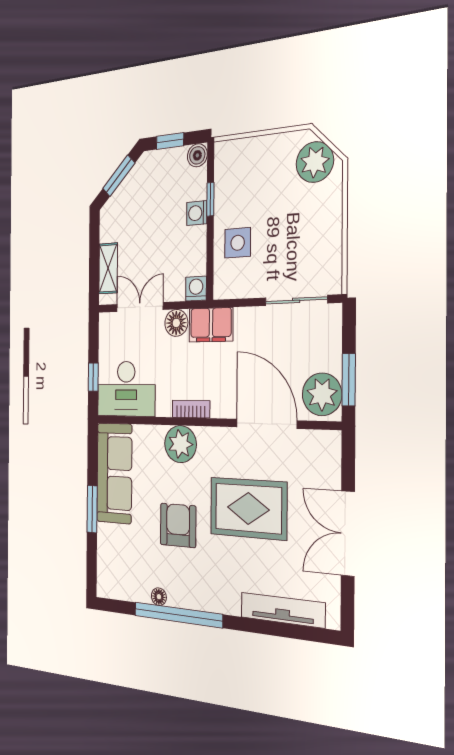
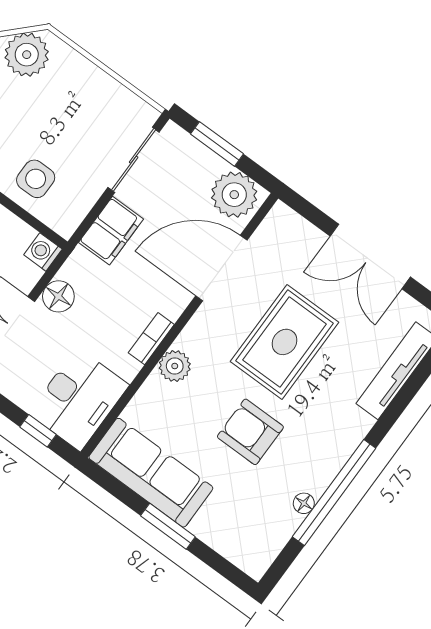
filing cabinet: (211, 325) -> (111, 231), moved
window: (349, 380) -> (217, 144), moved
plant: (180, 444) -> (175, 366), width x0.73, depth x0.73

